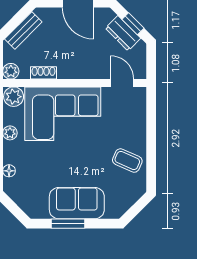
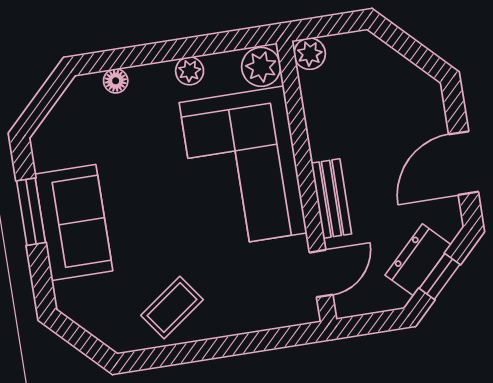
bench: (23, 30) -> (331, 198), moved, turned 45
shoe rack: (43, 73) -> (316, 118), removed
coffee table: (127, 161) -> (172, 308), turned 30

